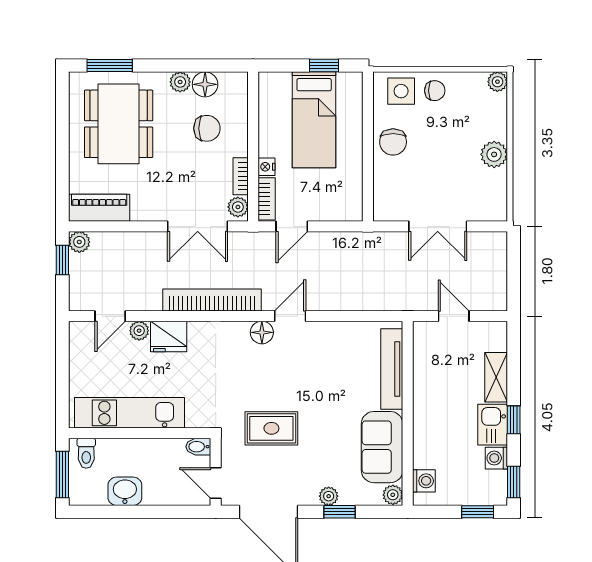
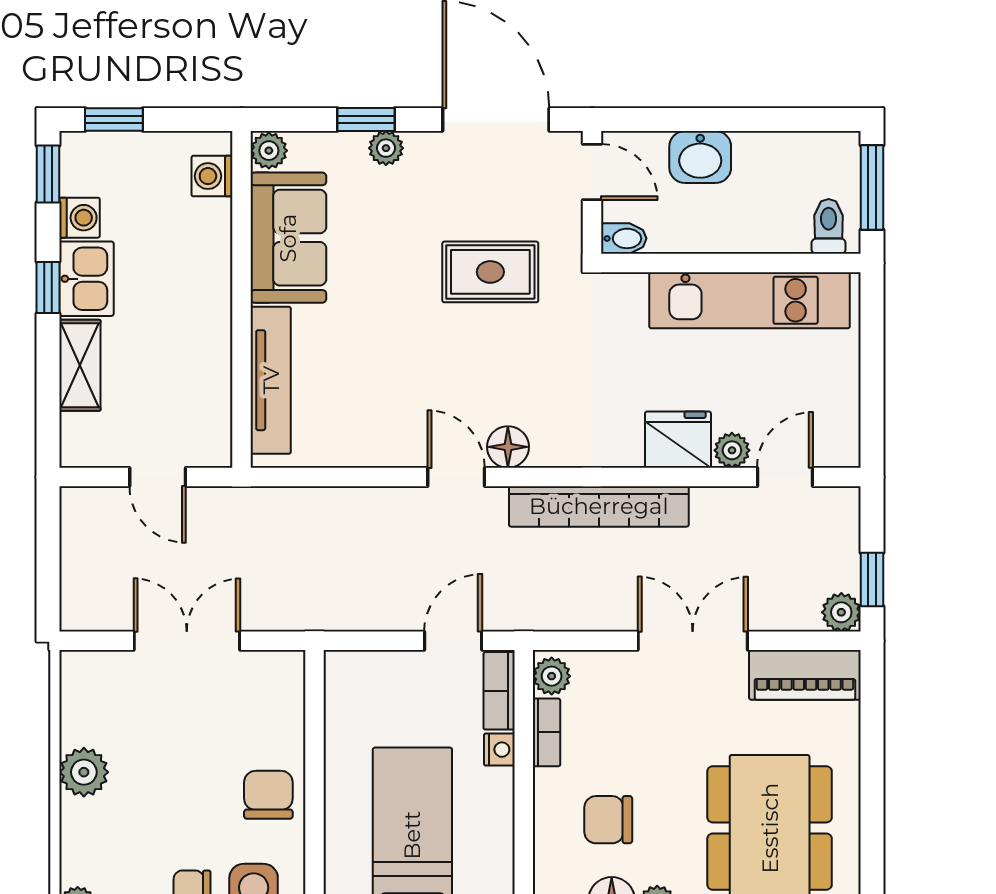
double door: (198, 226) -> (693, 641), moved
door: (290, 316) -> (456, 477), swing flipped
washbasin: (125, 491) -> (700, 157), moved

